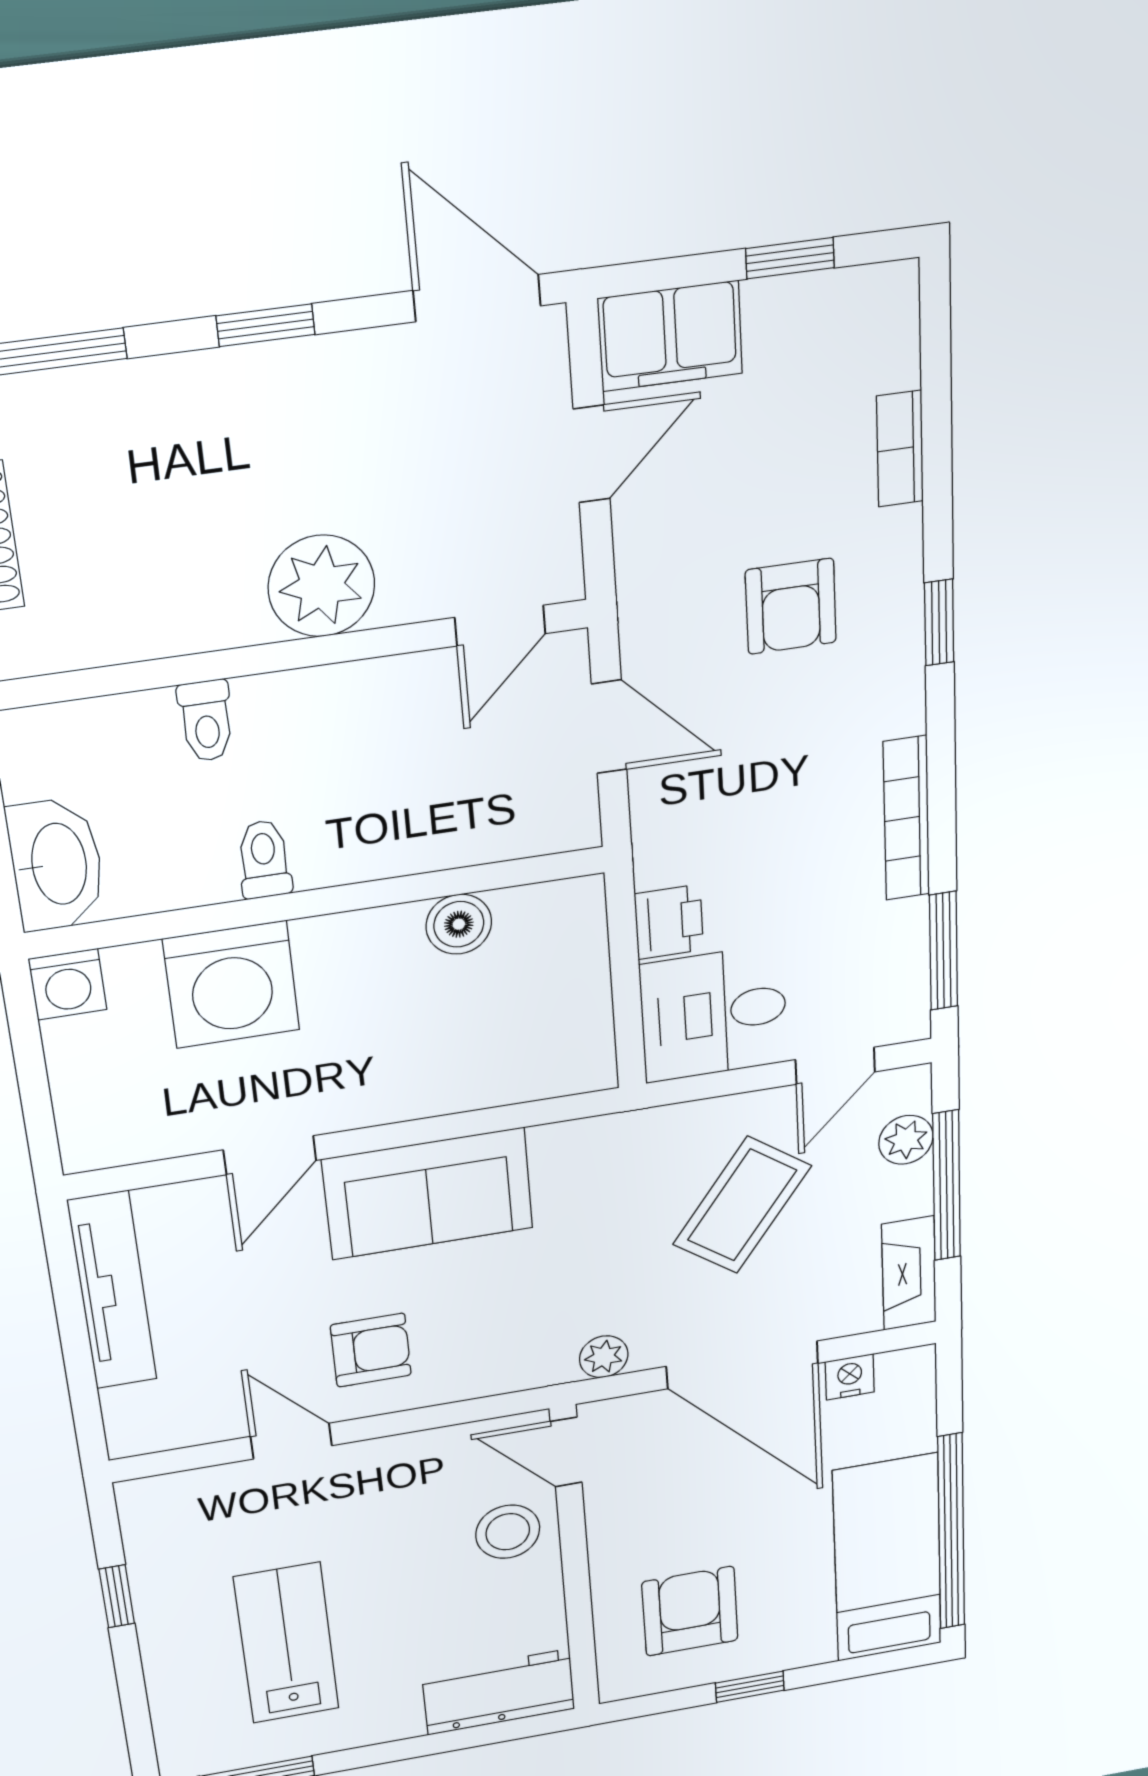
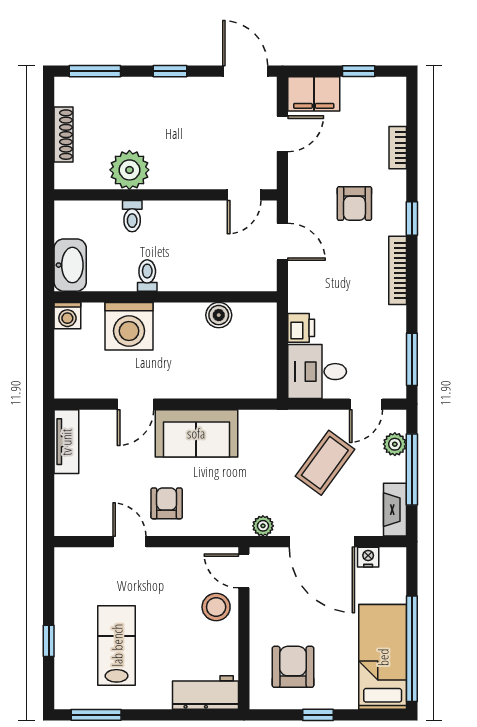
plant: (321, 586) -> (129, 170), moved
bookcase: (906, 818) -> (398, 270), moved
tv unit: (112, 1291) -> (66, 442), width x0.71
armchair: (371, 1350) -> (167, 503), turned -90
window: (117, 1596) -> (49, 641), moved

